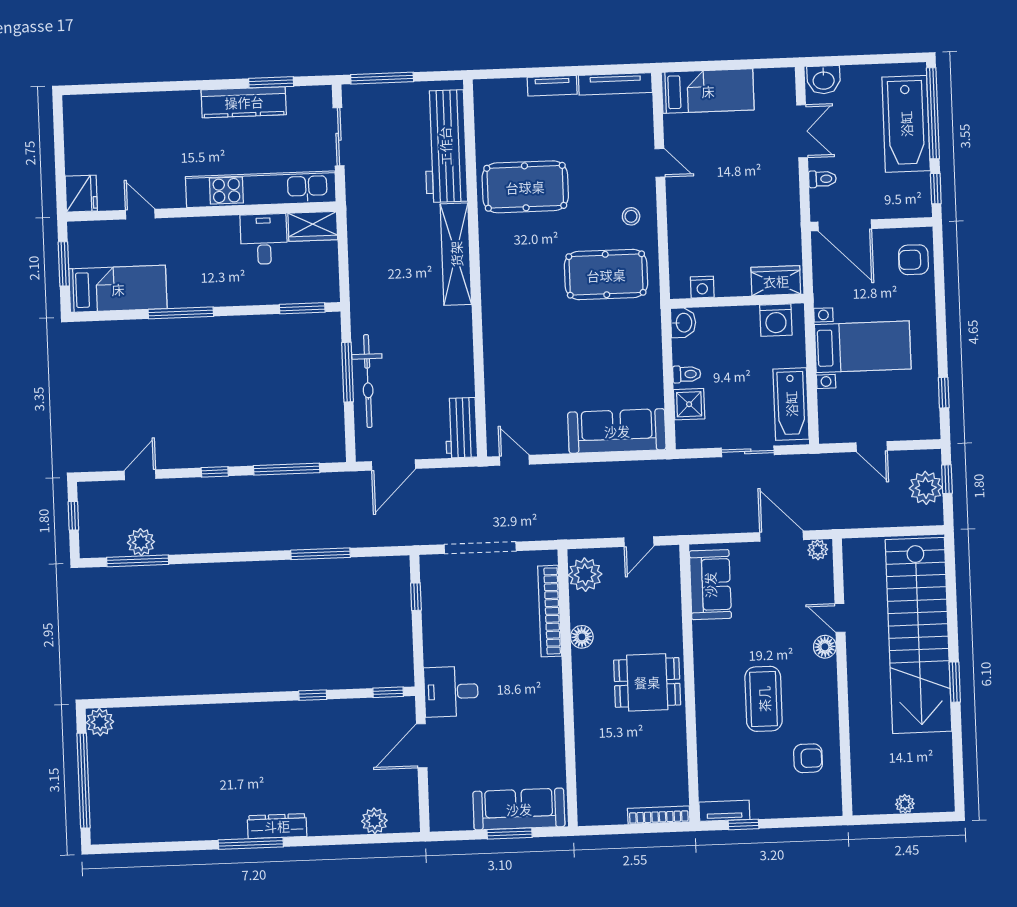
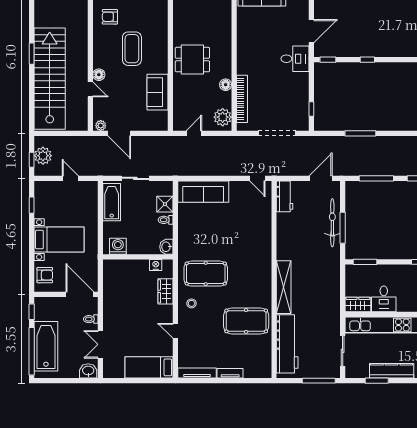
wardrobe: (776, 281) -> (165, 291), moved, turned 90
bed with nightstands: (863, 347) -> (59, 240), moved, turned 180
sofa: (710, 585) -> (157, 92), moved

